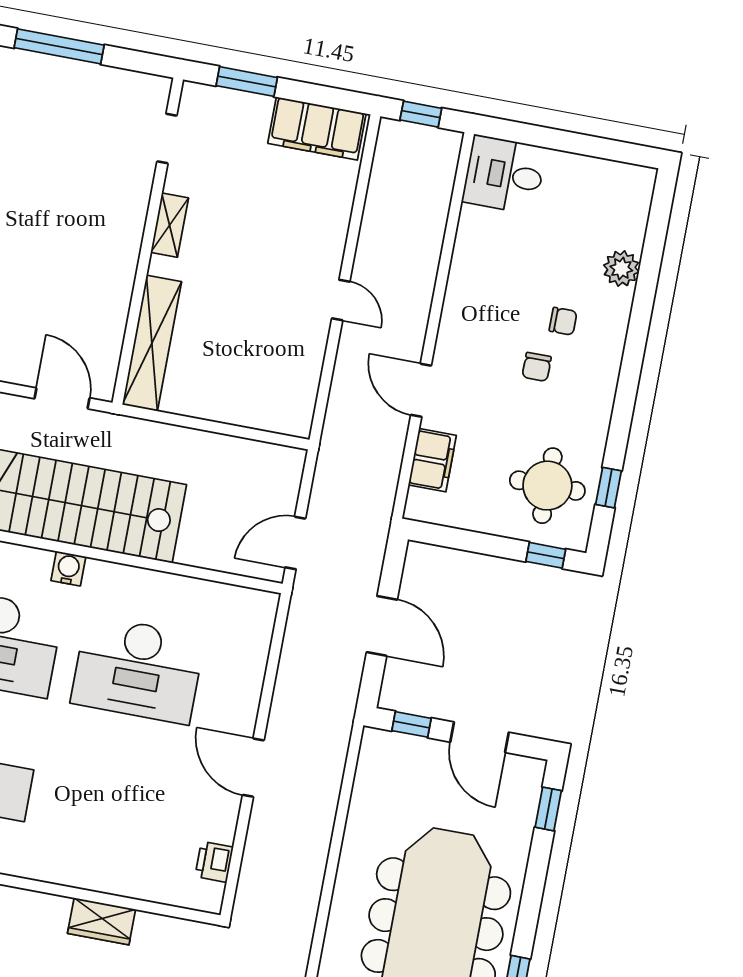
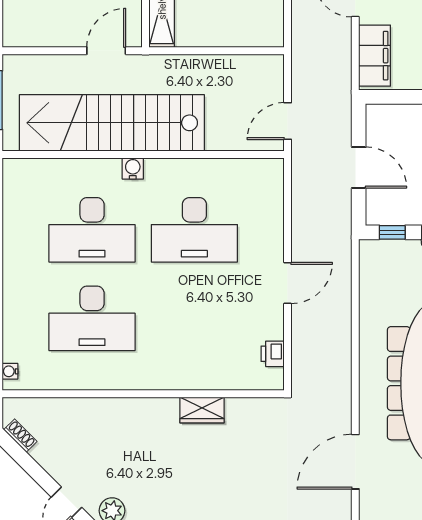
door: (62, 398) -> (106, 51), hinge flipped
filing cabinet: (432, 460) -> (375, 56), width x1.50, depth x1.17
door: (253, 768) -> (288, 283), swing flipped

